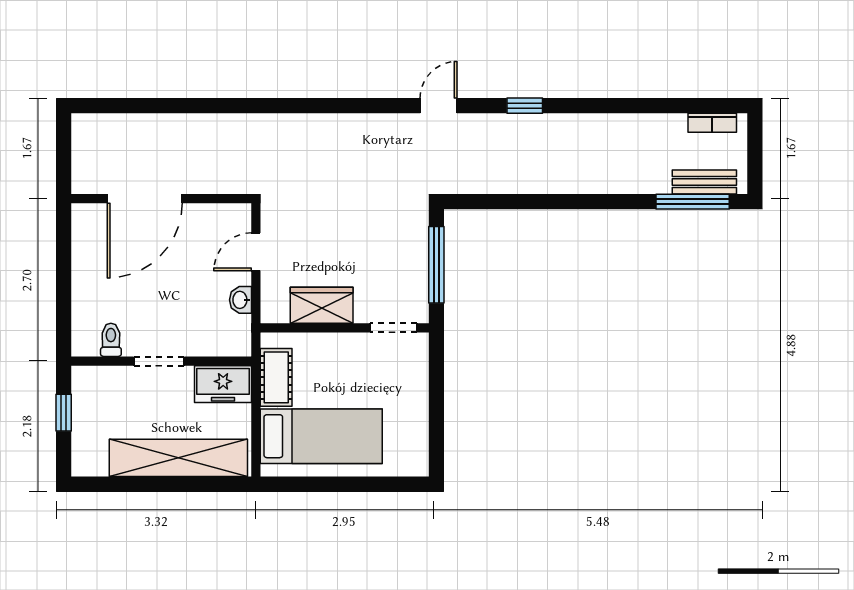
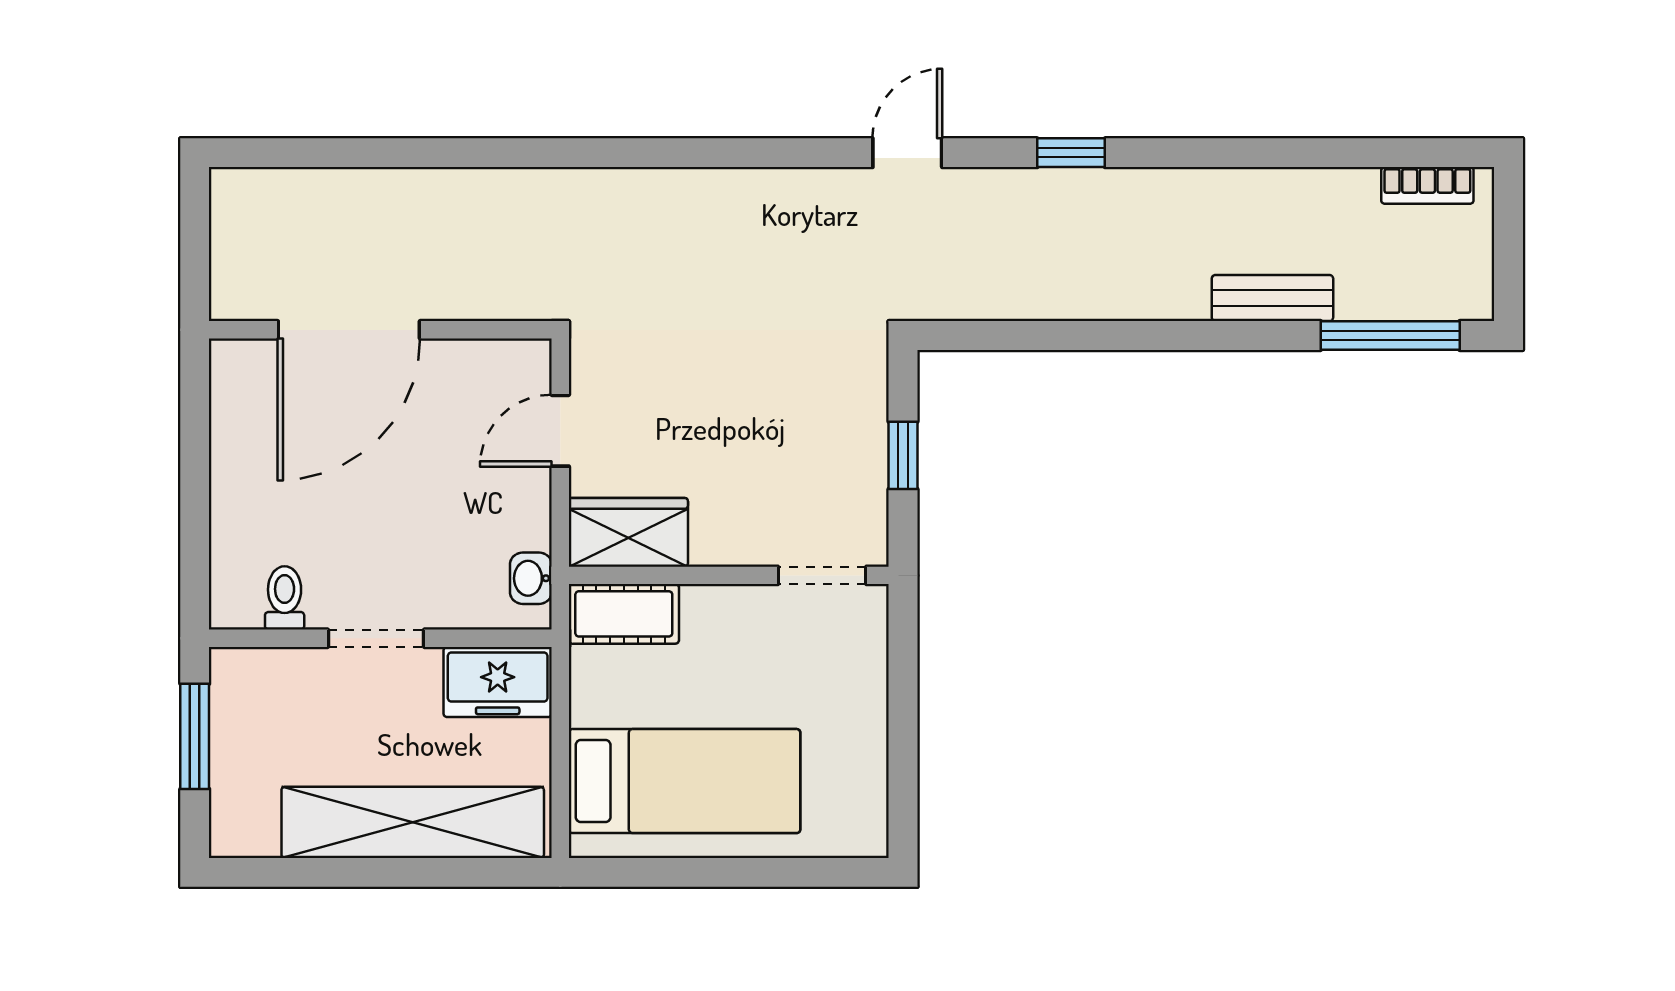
bench: (704, 182) -> (1272, 298), moved
window: (436, 265) -> (903, 455), width x0.46
washbasin: (241, 300) -> (531, 578), moved
wardrobe: (322, 305) -> (628, 532), moved
cot: (276, 377) -> (624, 614), moved, turned 90
window: (64, 413) -> (195, 736), width x1.50

